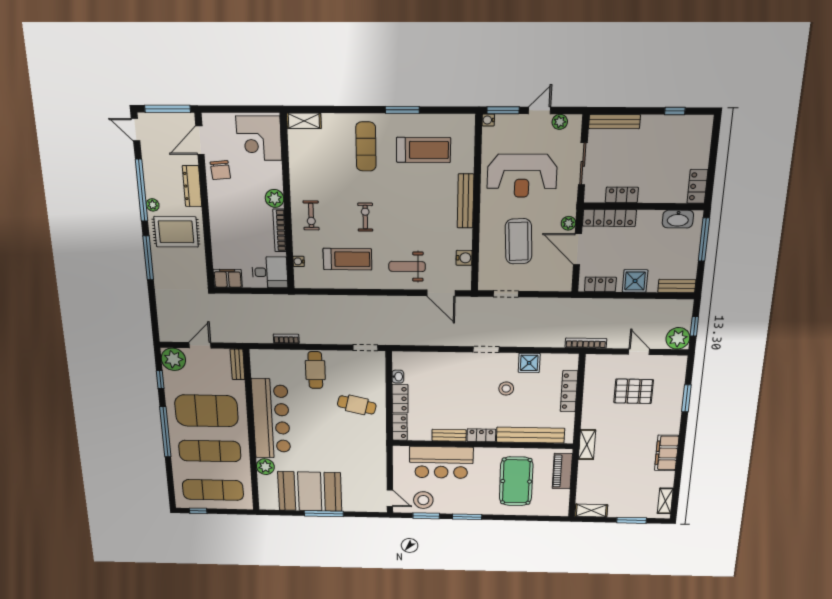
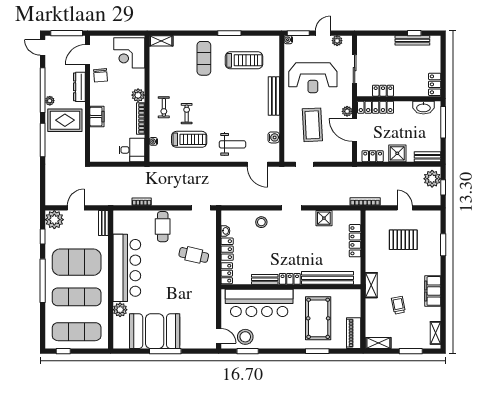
bench: (614, 122) -> (412, 40), moved
exercise bike: (365, 217) -> (187, 114), moved
weight bench: (407, 266) -> (232, 144), turned 180
filing cabinet: (228, 278) -> (97, 117), moved, turned 90
plant: (678, 338) -> (432, 179), moved
stool: (506, 389) -> (261, 222), moved
bar counter: (441, 462) -> (259, 303), width x1.36
trolley: (620, 468) -> (398, 305), added
piano: (562, 471) -> (354, 333), moved
window: (467, 517) -> (317, 351), moved

